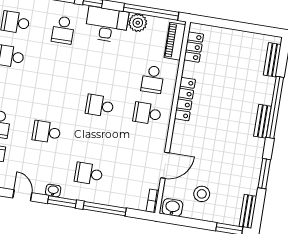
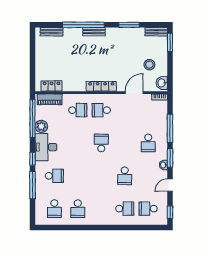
locker: (185, 99) -> (101, 86), moved
school desk: (100, 106) -> (101, 143), turned 180
school desk: (147, 113) -> (101, 110), turned 90
door: (165, 165) -> (134, 93), hinge flipped

